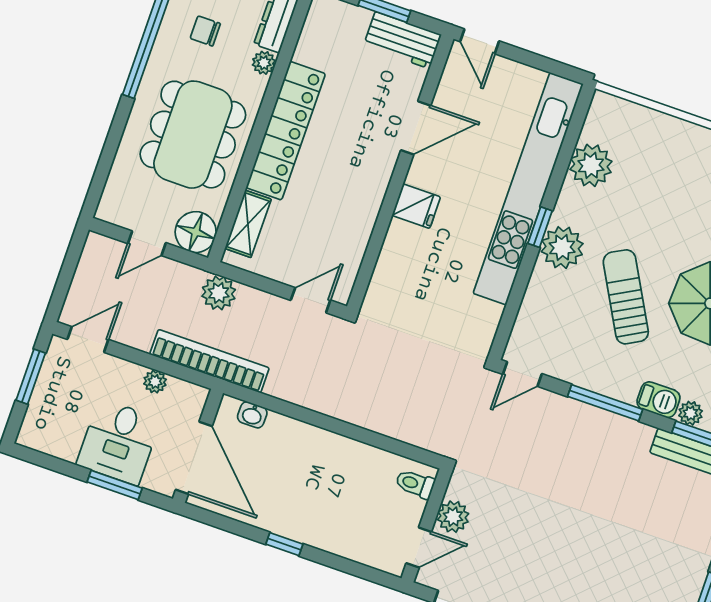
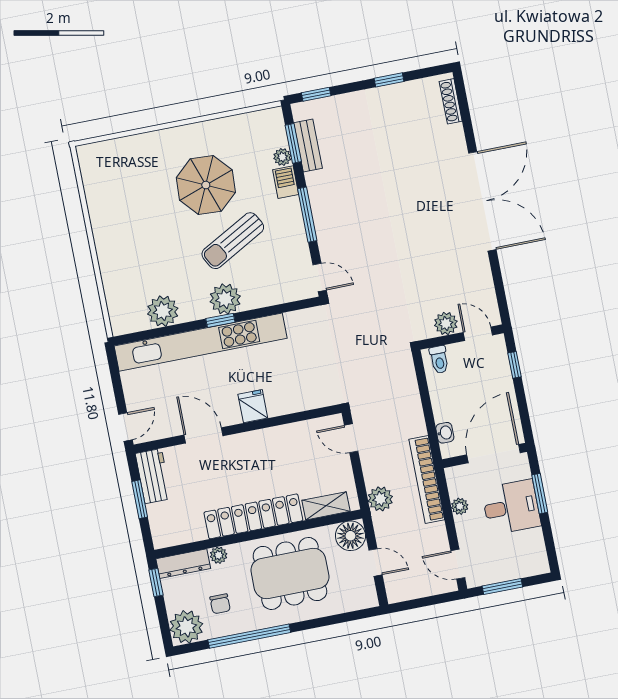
toilet: (415, 484) -> (439, 360), moved
plant: (453, 517) -> (446, 323), moved
wall: (427, 525) -> (461, 337), moved
door: (419, 548) -> (478, 334), moved

